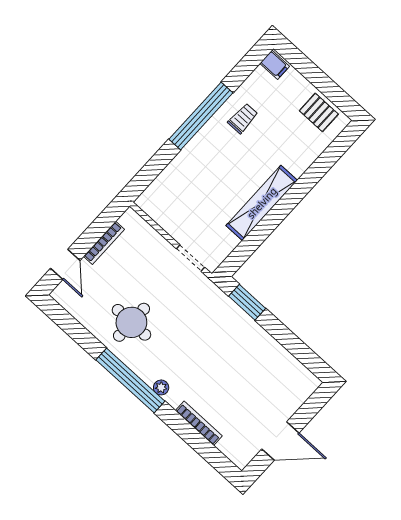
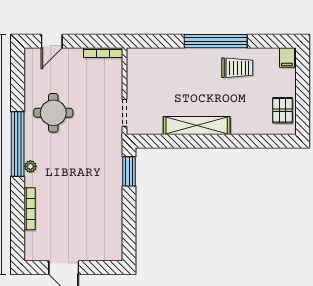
trolley: (243, 118) -> (237, 68), width x1.36, depth x1.39
bookcase: (104, 243) -> (103, 53), moved

